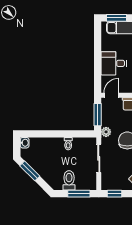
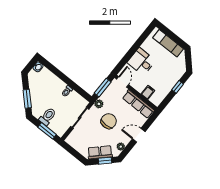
window: (116, 18) -> (168, 32), removed
door: (111, 95) -> (123, 82), hinge flipped
window: (30, 171) -> (27, 99), moved
window: (115, 194) -> (71, 150), removed

